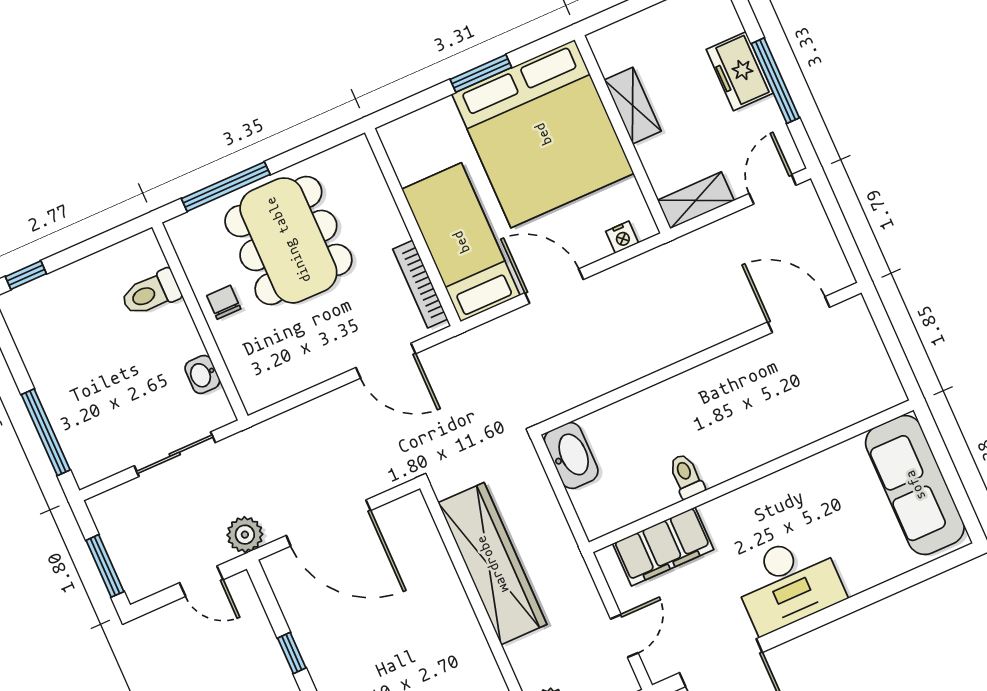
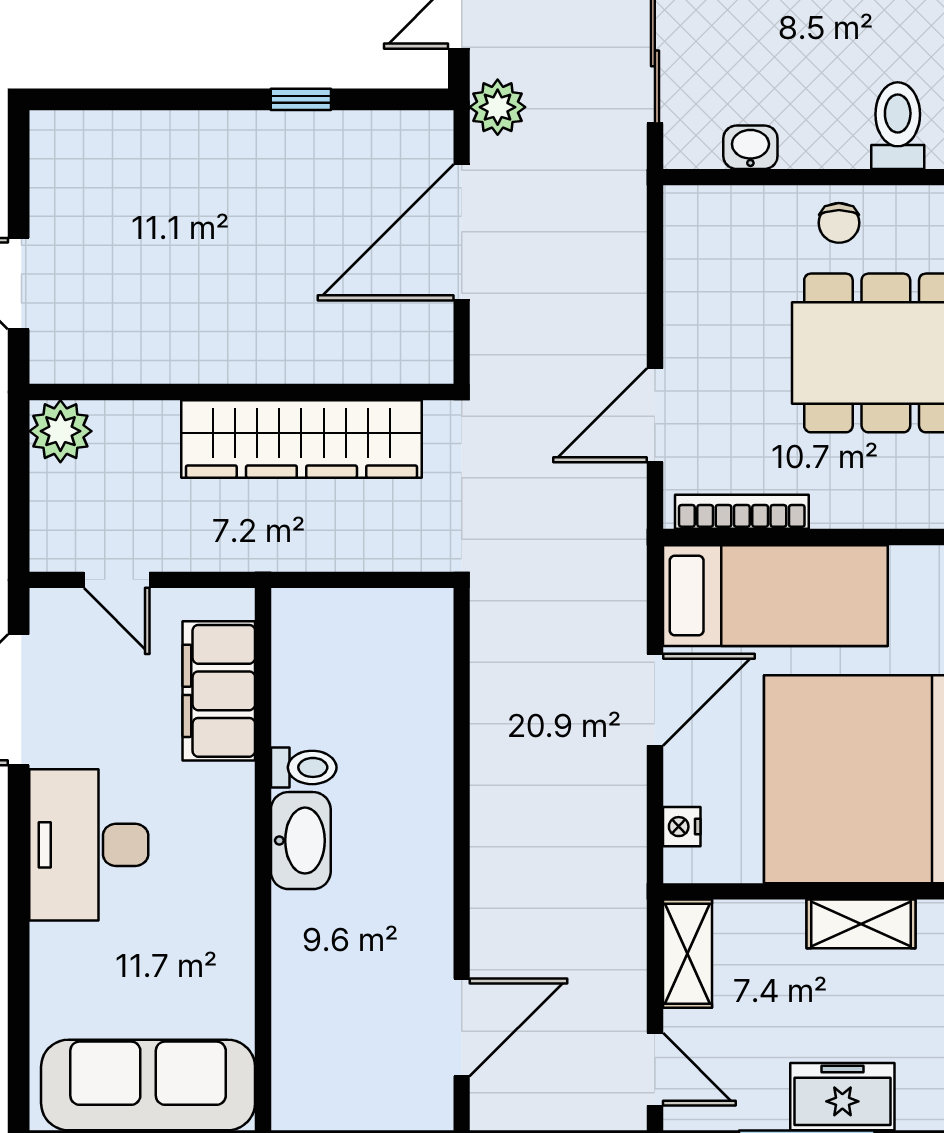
chair: (224, 302) -> (839, 223), turned 90
washbasin: (571, 456) -> (301, 841), moved, turned -90

